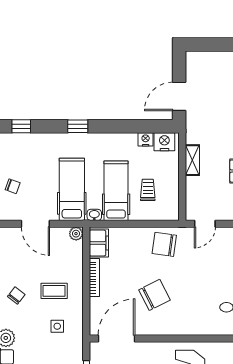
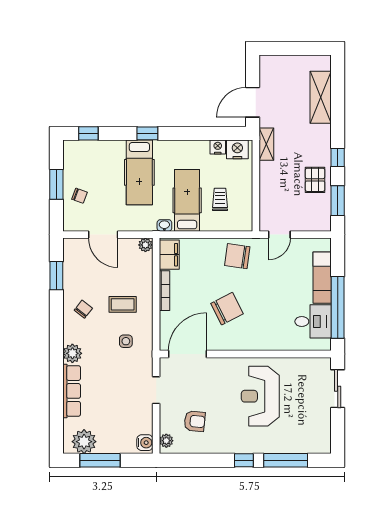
shelving: (192, 160) -> (266, 144), moved
hospital bed: (72, 189) -> (139, 172), moved, turned 180

